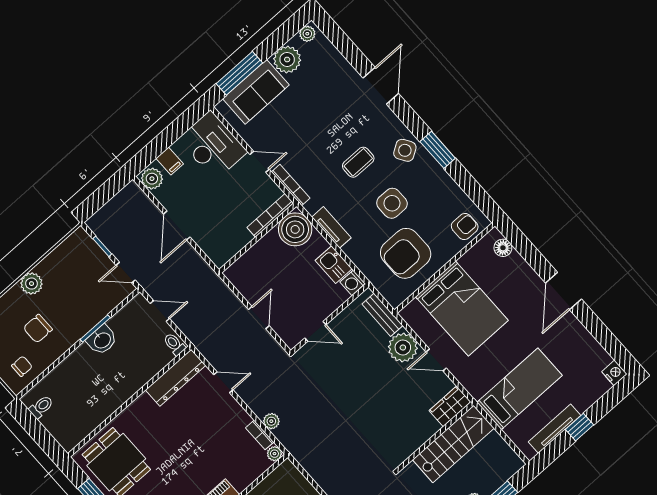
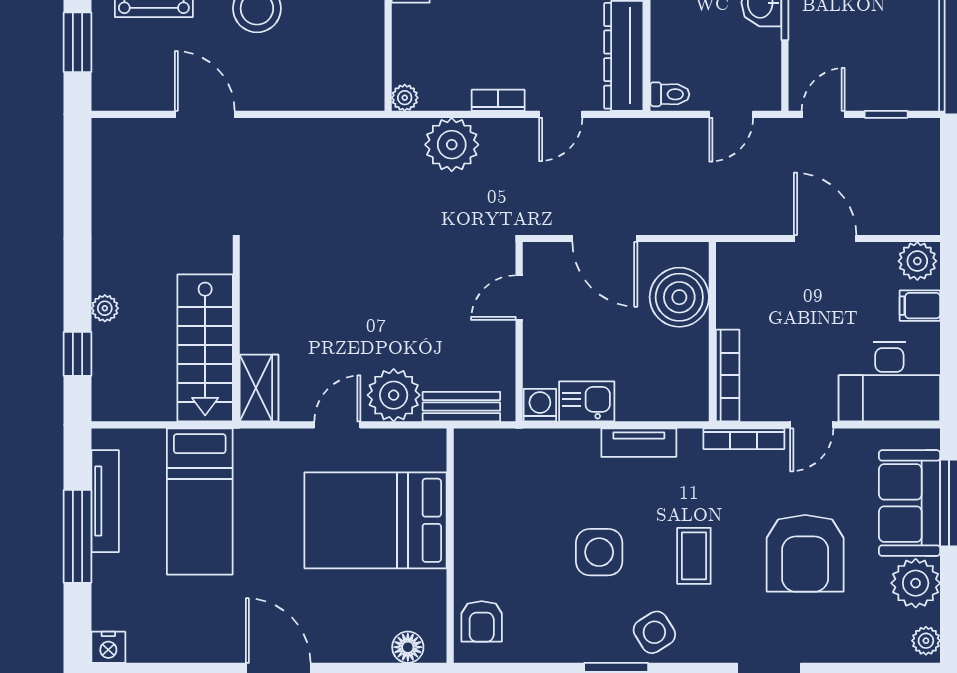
boiler: (295, 229) -> (679, 297), moved
armchair: (406, 253) -> (805, 553), moved, turned 180
door: (259, 318) -> (605, 239), width x1.38
plant: (271, 421) -> (452, 145), width x1.87, depth x1.87
window: (580, 427) -> (78, 536), width x2.17
bookcase: (260, 435) -> (498, 100), moved

